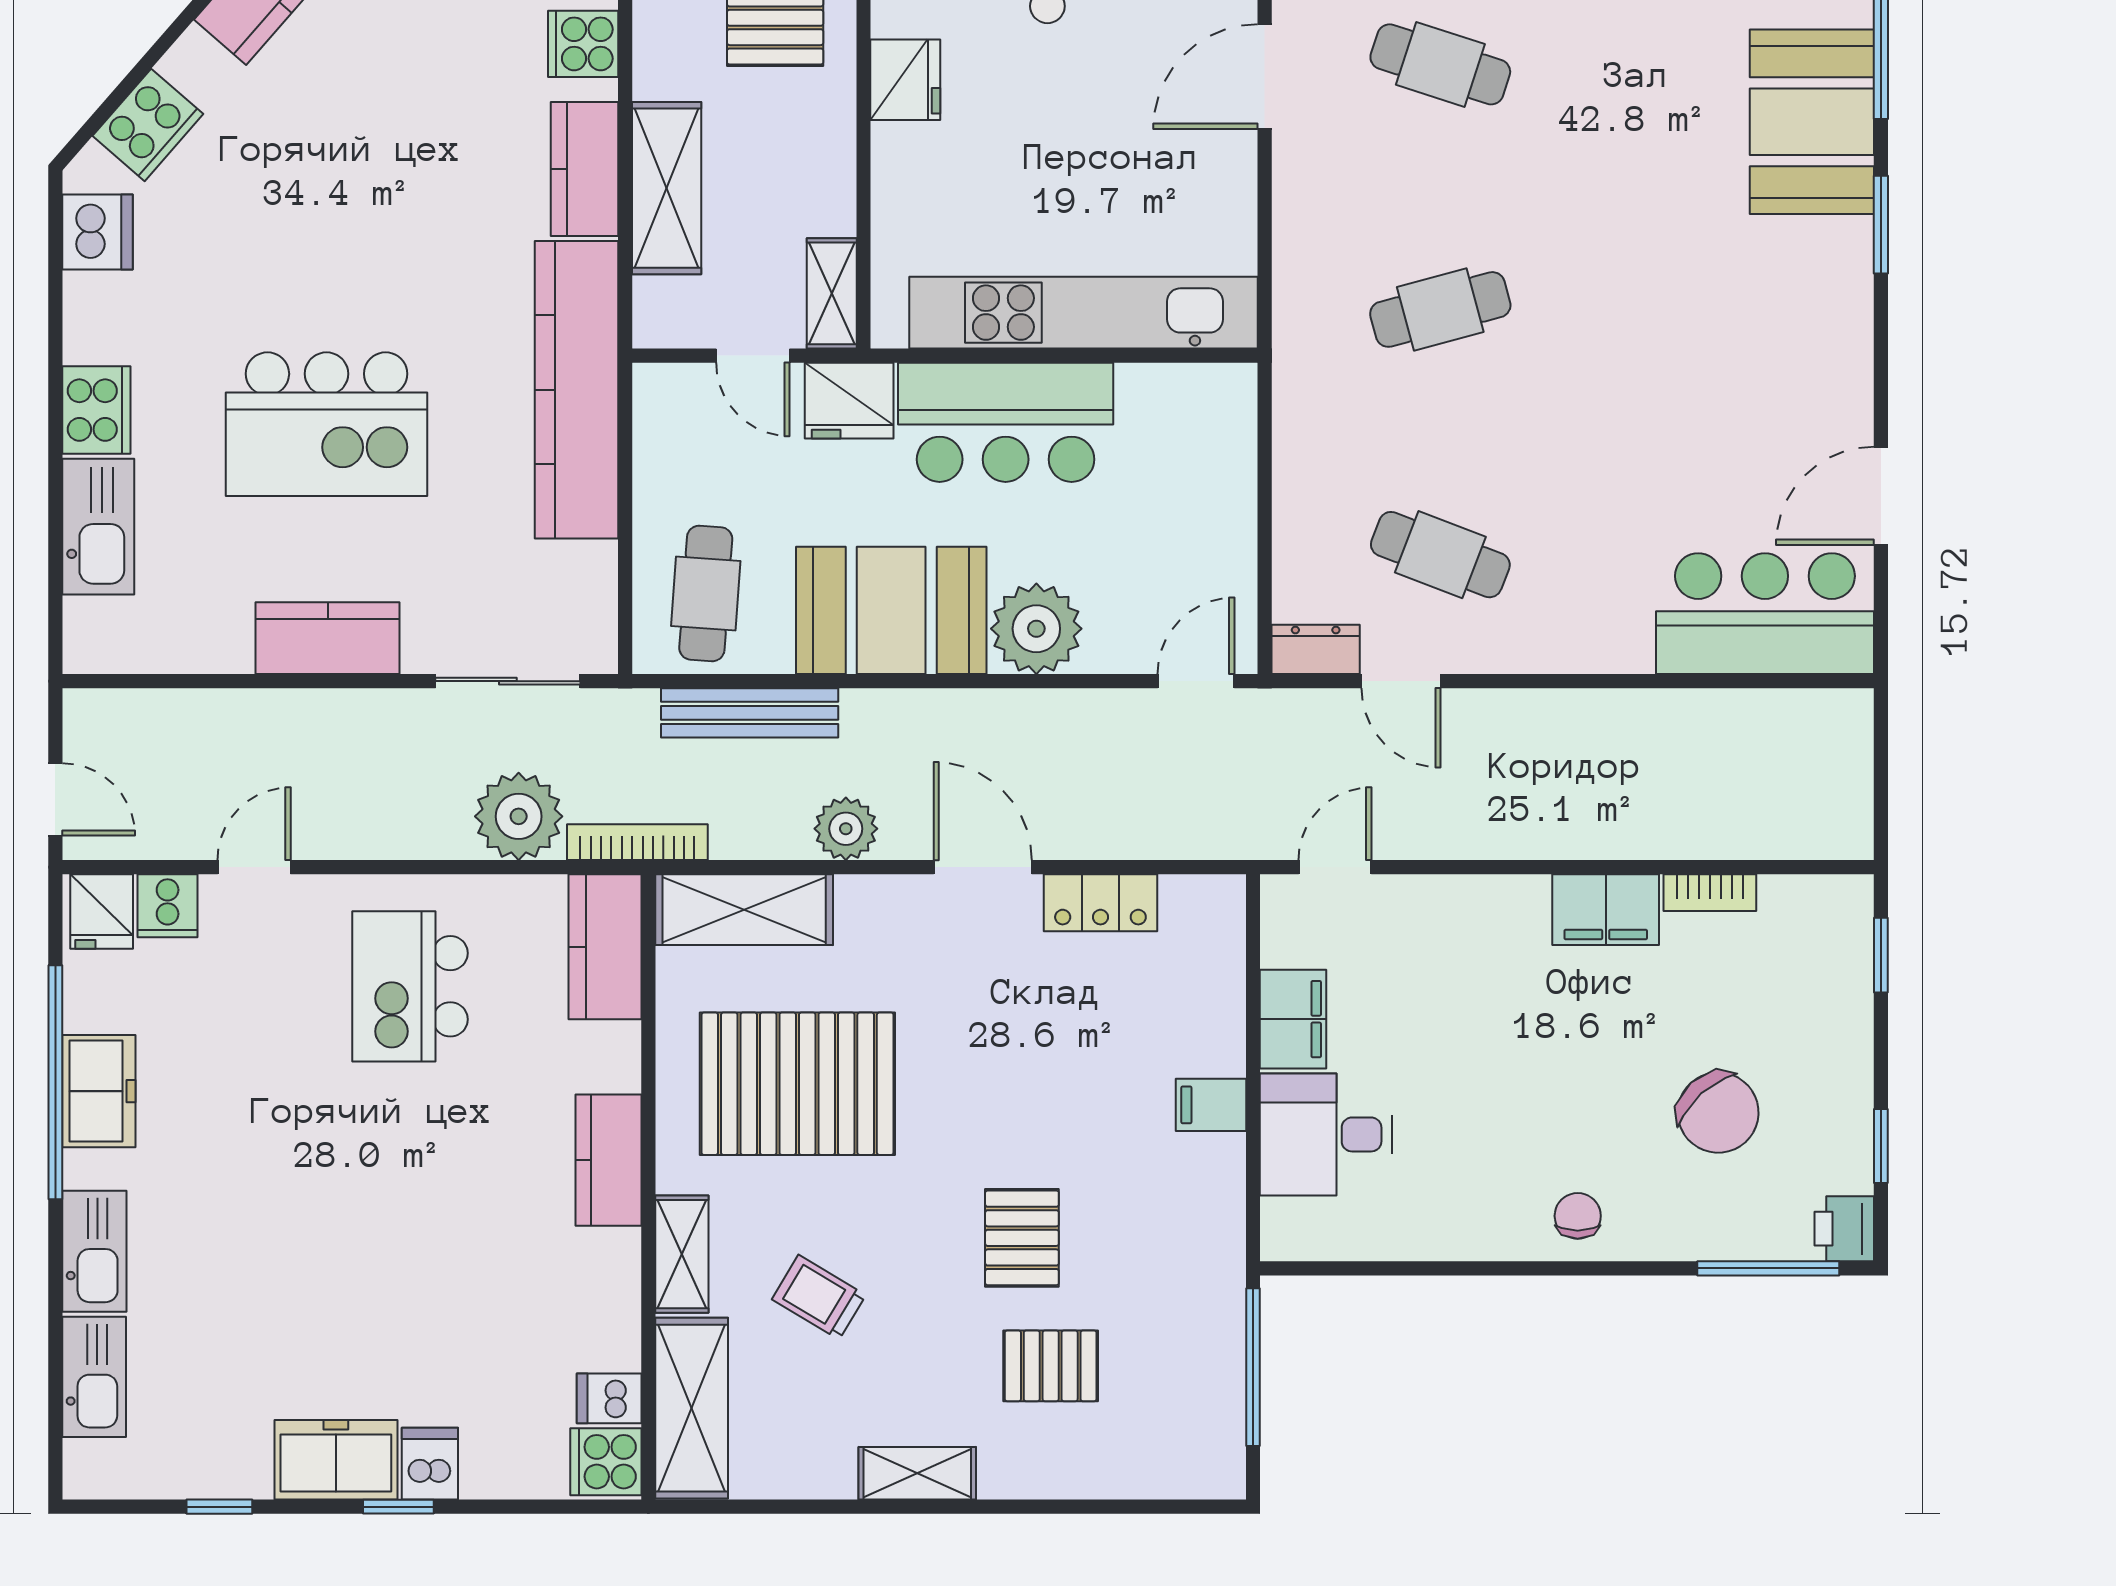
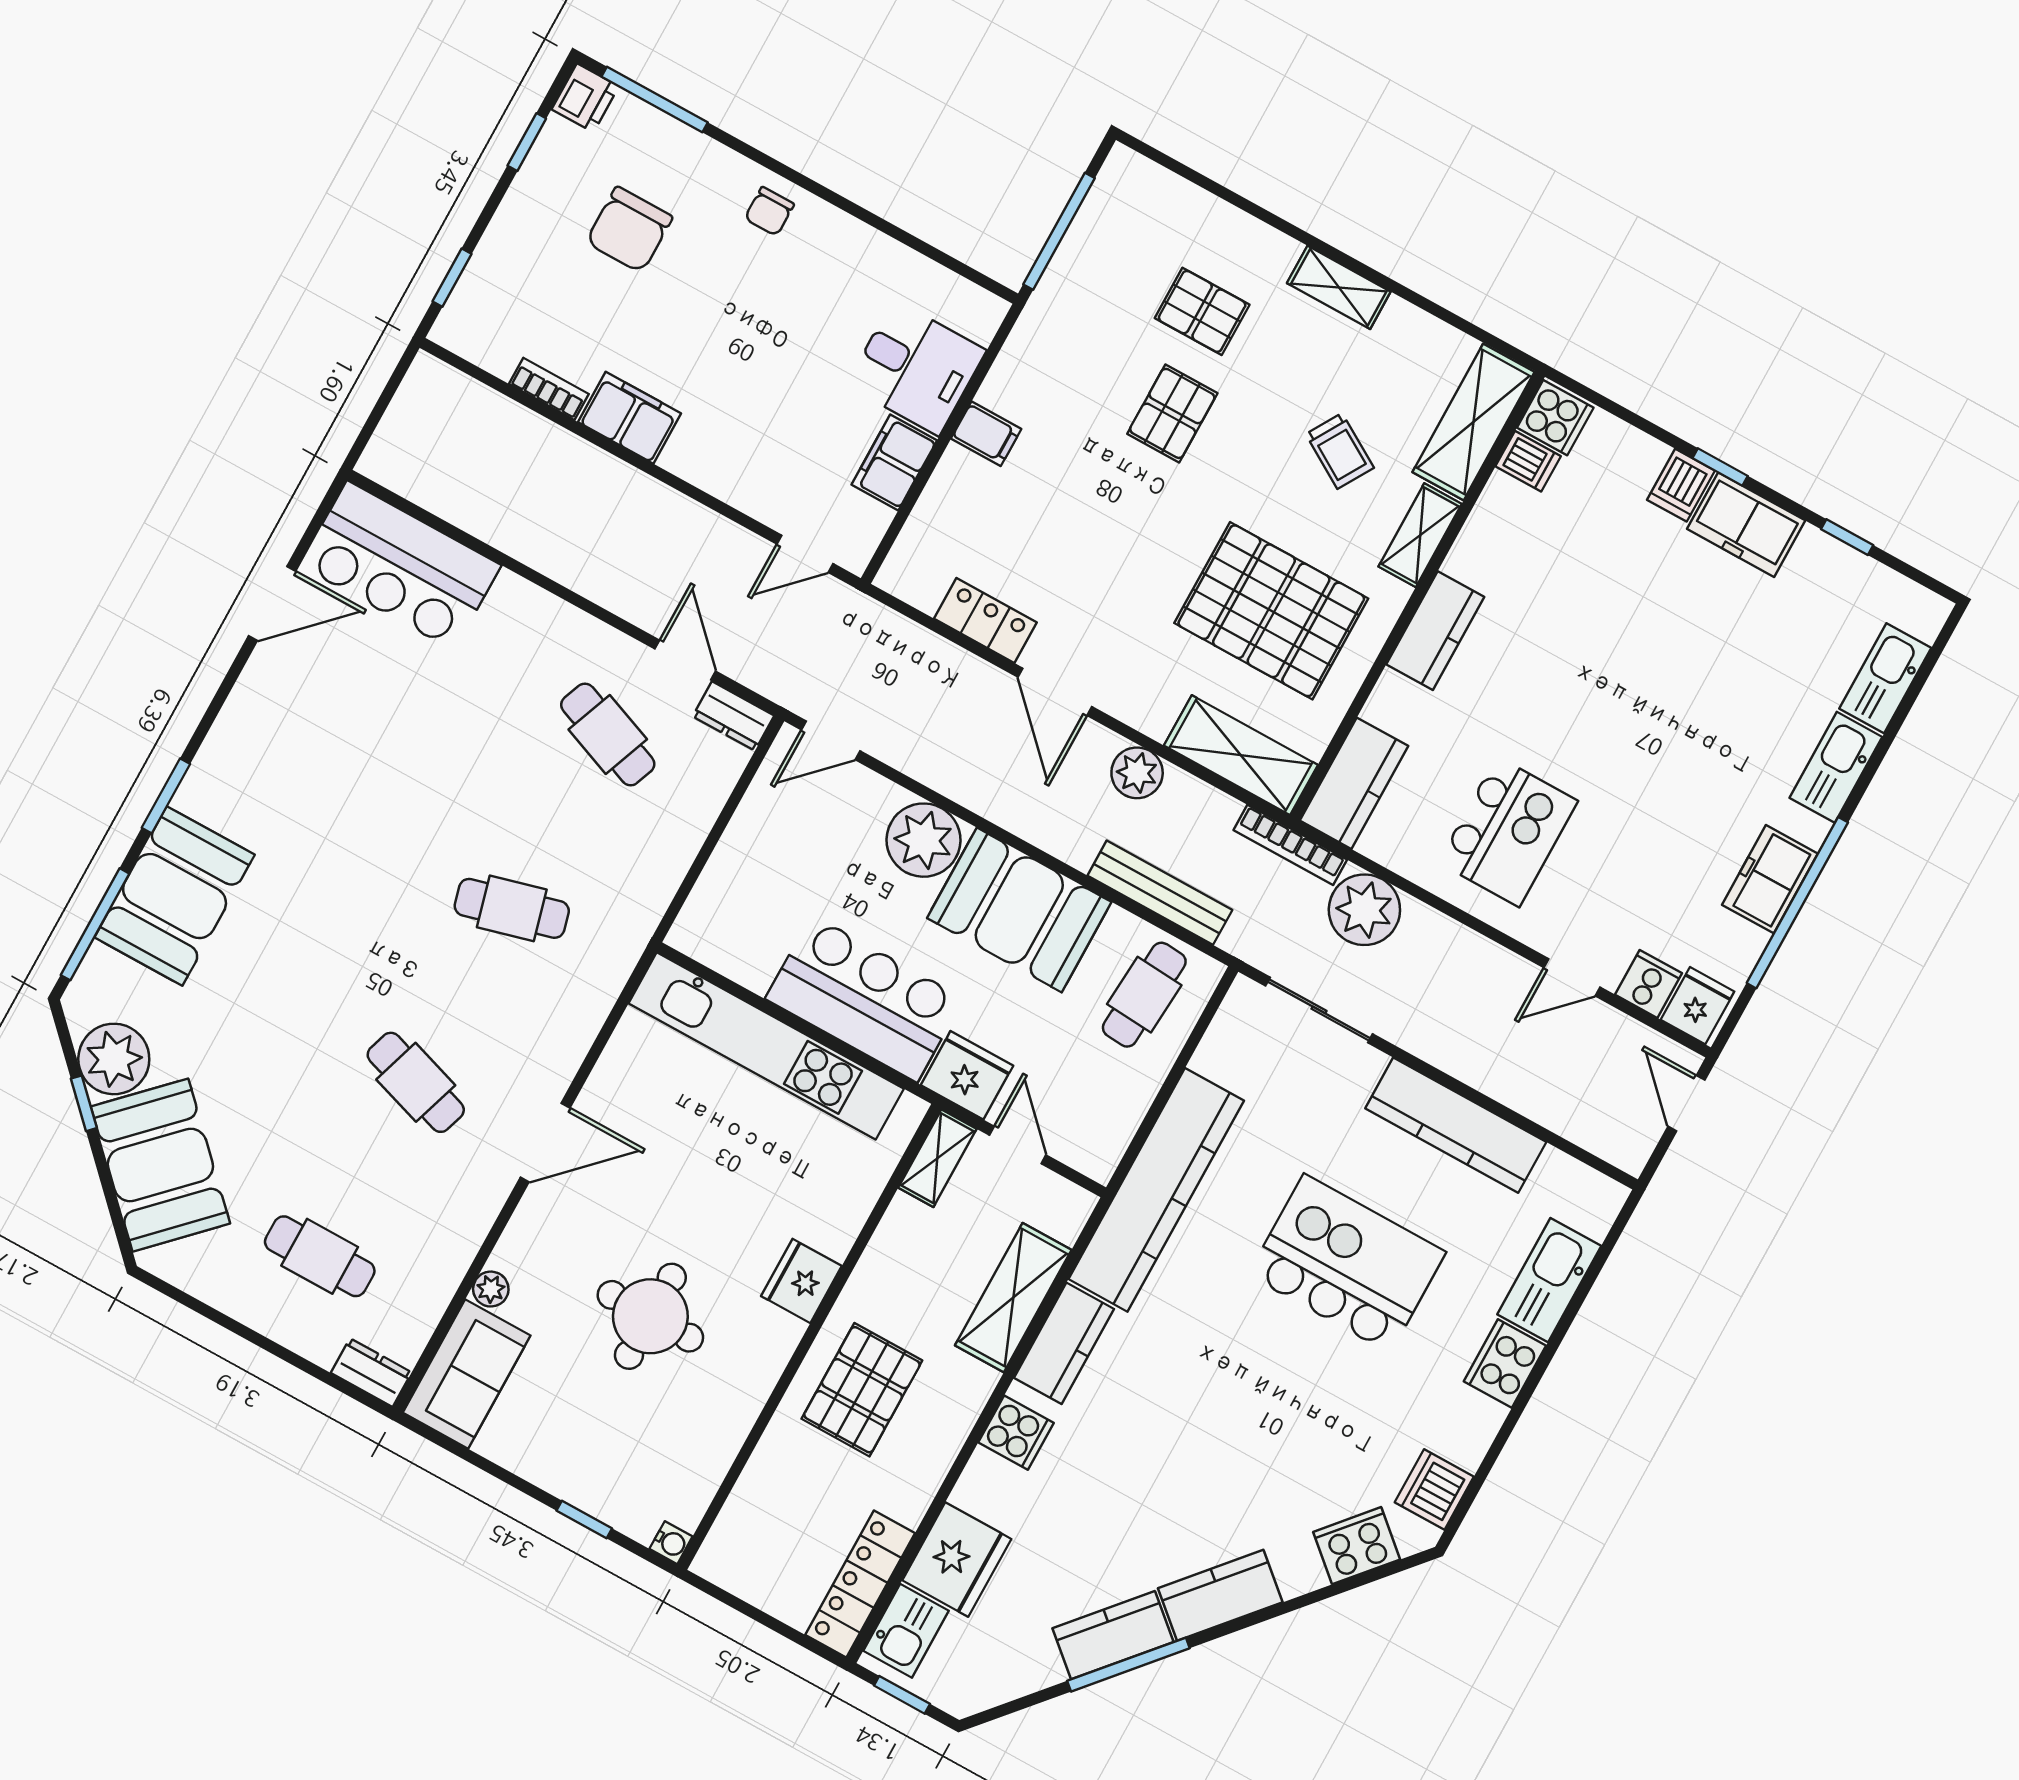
kitchen counter: (328, 638) -> (1456, 1125), width x1.50
chair: (1718, 1113) -> (629, 230), turned -138

